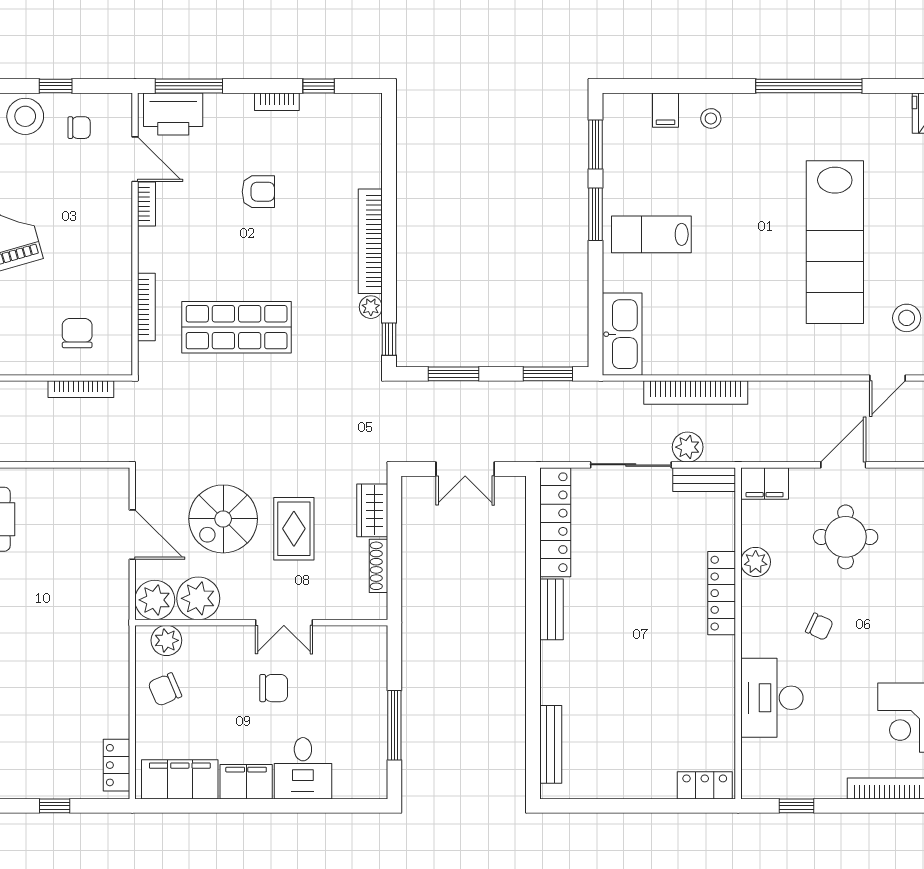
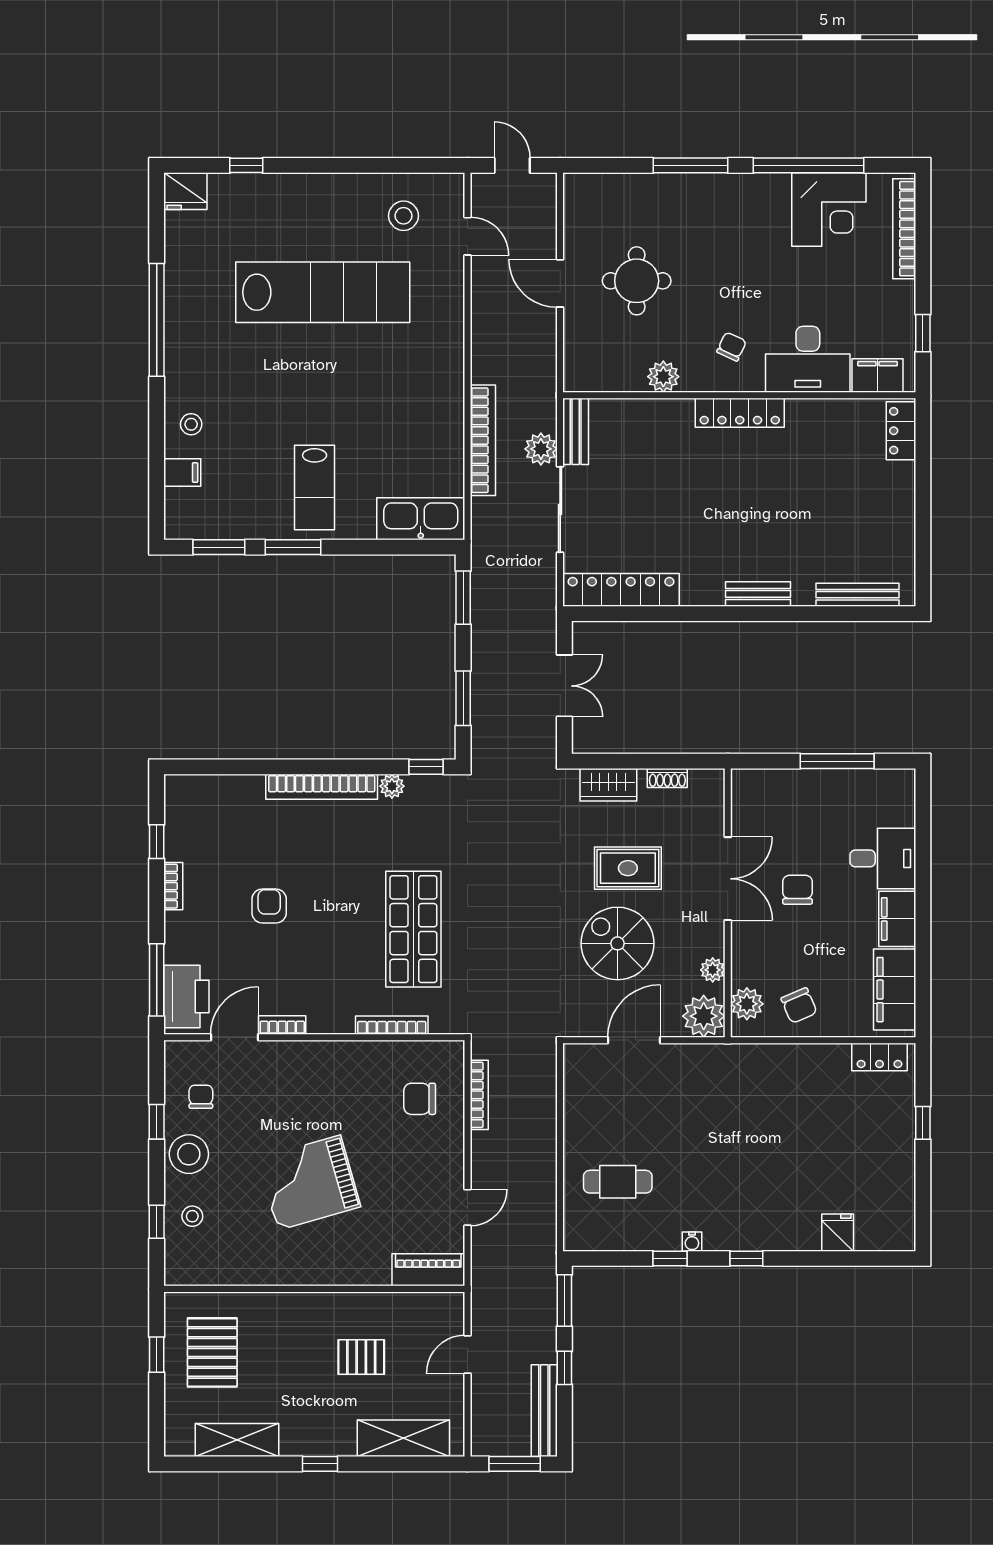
filing cabinet: (765, 484) -> (878, 375), moved, turned -90
spiral stairs: (223, 519) -> (618, 943), turned 180
shoe rack: (379, 566) -> (667, 778), width x0.70
locker: (722, 593) -> (740, 413), moved
plant: (198, 598) -> (713, 970), width x0.53, depth x0.53
bench: (551, 609) -> (758, 594), moved
double door: (284, 623) -> (728, 879), width x1.37
chair: (819, 627) -> (732, 347), moved

